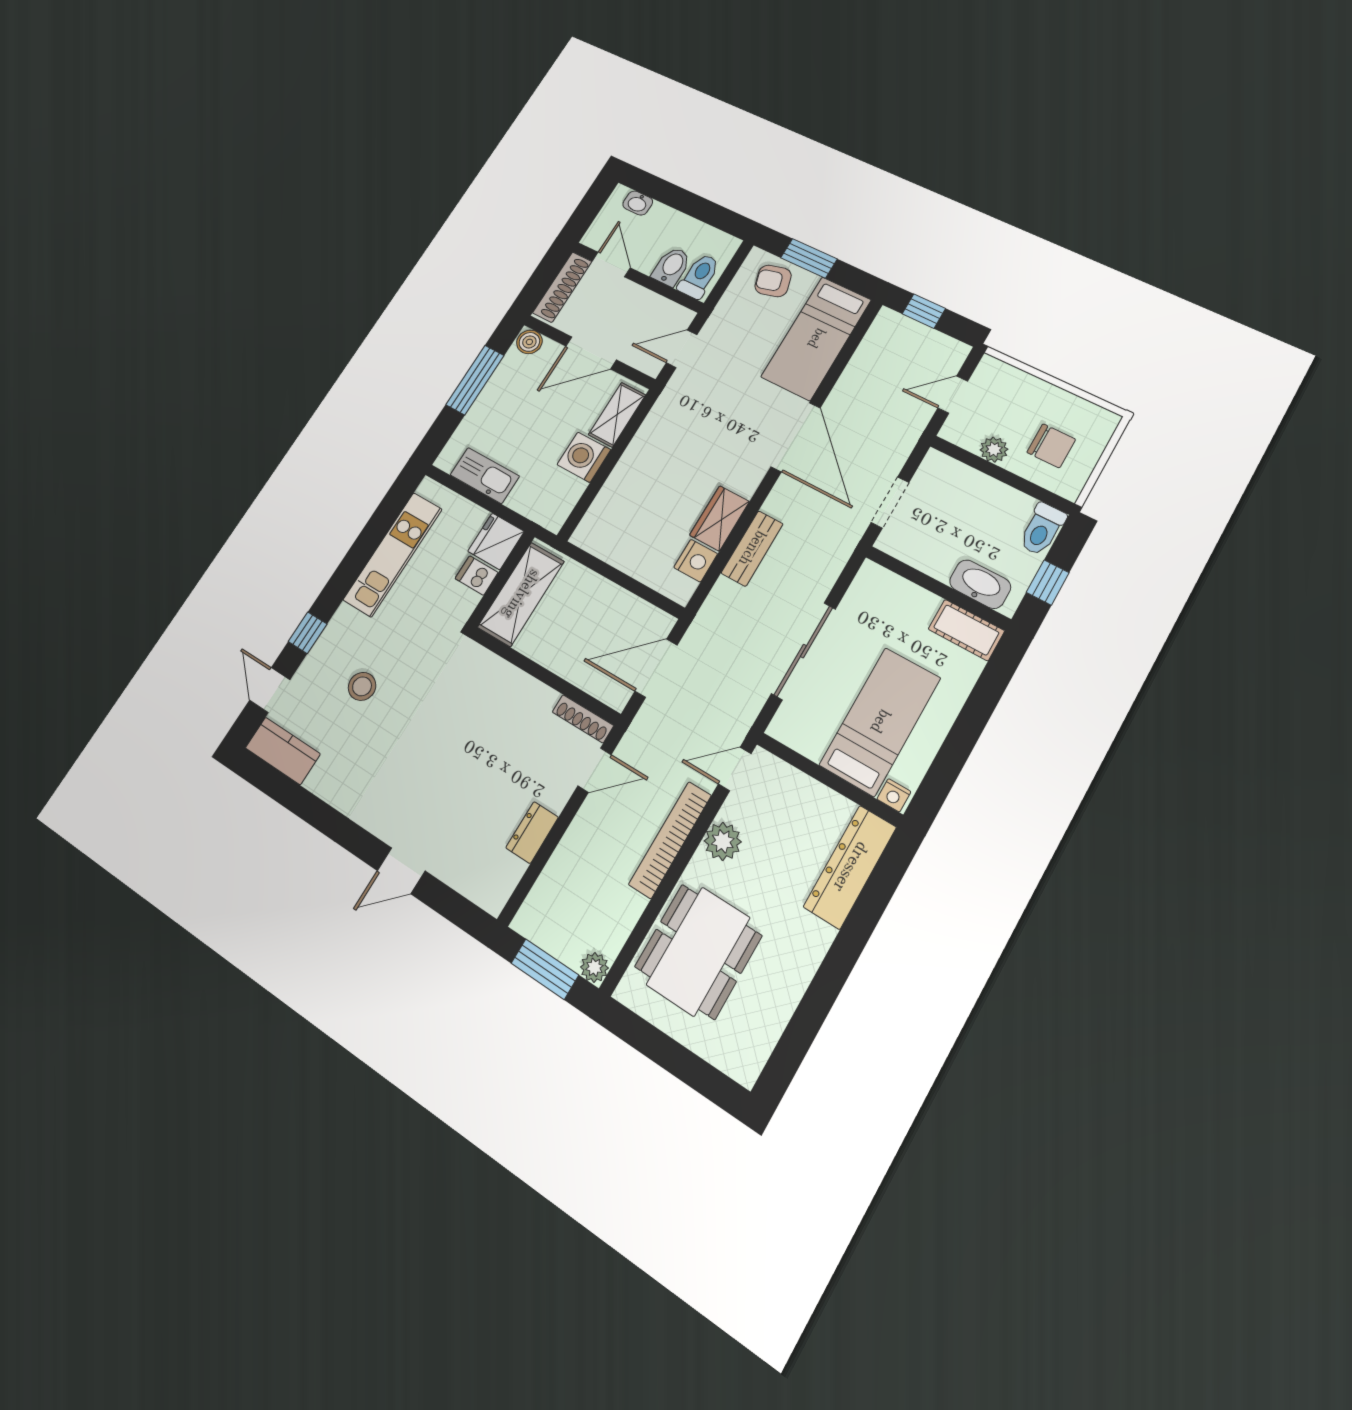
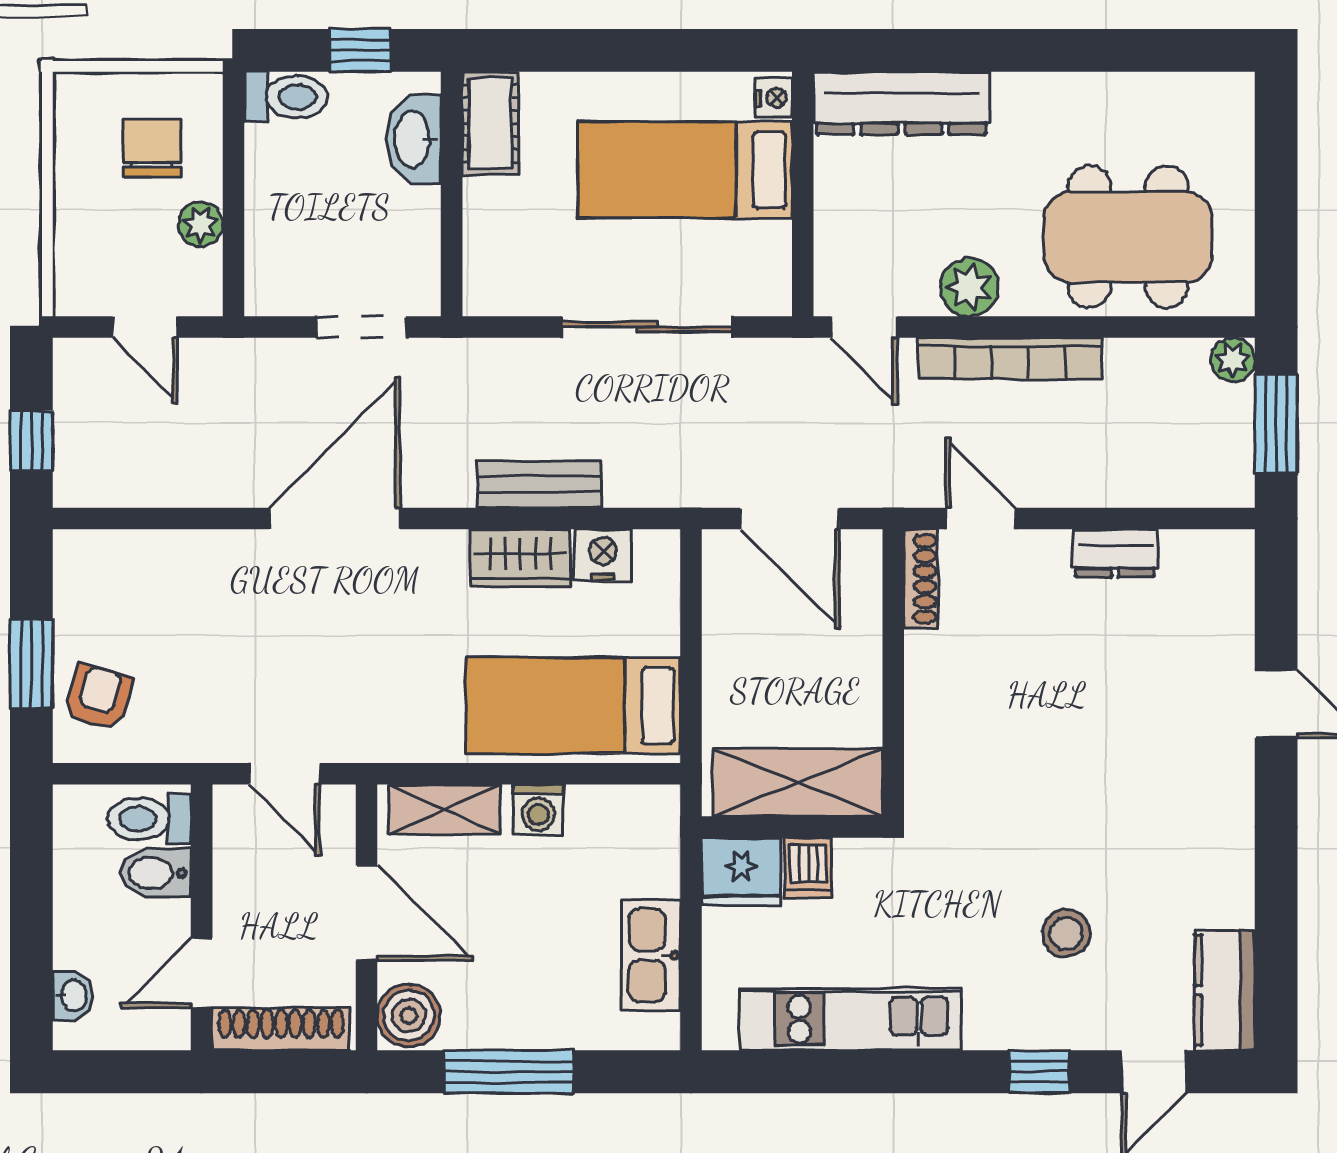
armchair: (773, 281) -> (98, 698), turned -149
bed: (816, 338) -> (573, 705), moved, turned 180
boiler: (529, 342) -> (409, 1015), width x1.36, depth x1.36
washing machine: (584, 457) -> (538, 810), width x0.73, depth x0.73

